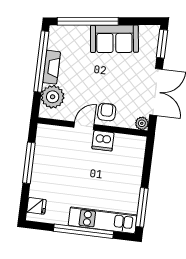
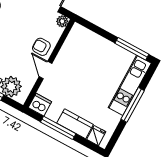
dishwasher: (103, 141) -> (40, 105), moved, turned -90
kitchen counter: (40, 179) -> (75, 124), added
window: (84, 231) -> (133, 105), width x0.68

